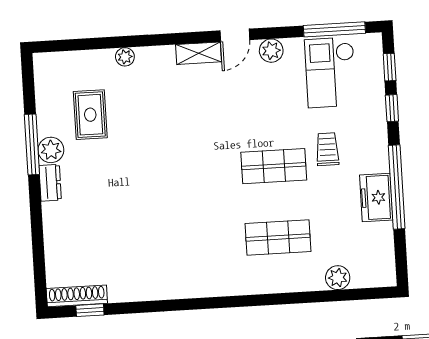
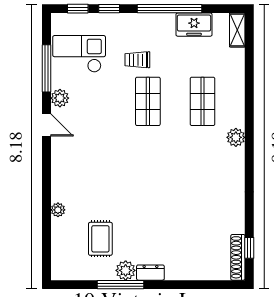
window: (334, 29) -> (46, 68), moved
shelving: (199, 53) -> (237, 30), moved
checkout: (331, 72) -> (79, 54), turned 180
rug: (90, 115) -> (100, 239), turned 90
freezer: (376, 197) -> (194, 25), moved
plant: (338, 278) -> (236, 137), moved

